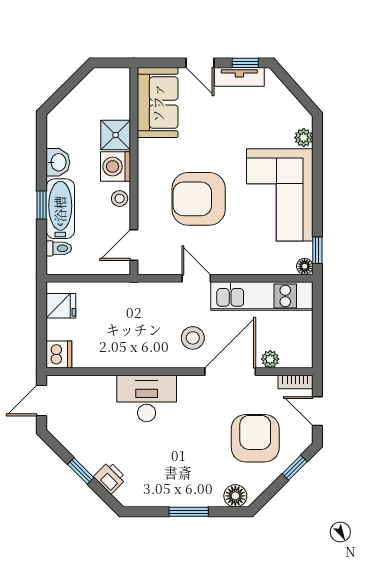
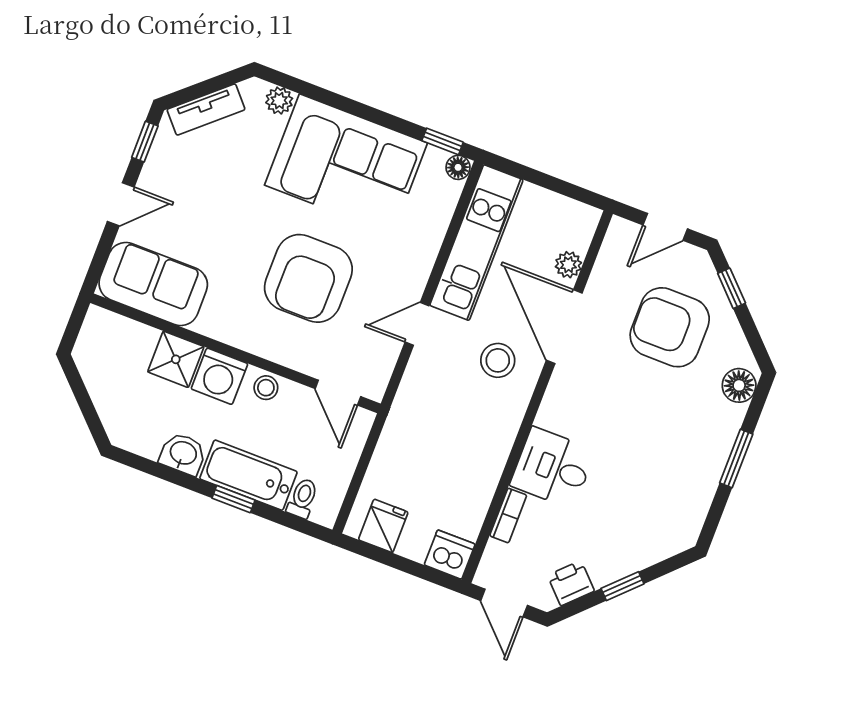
tv unit: (239, 77) -> (206, 110), moved, turned 48
bookcase: (295, 382) -> (508, 515), moved
desk: (147, 398) -> (553, 468), width x0.73
printer: (110, 478) -> (571, 583), moved

